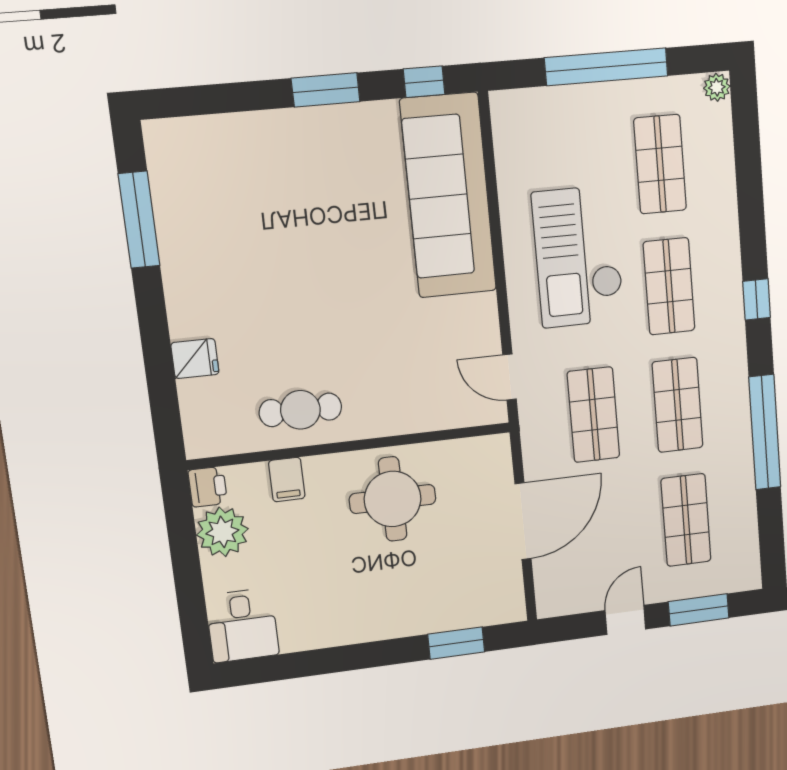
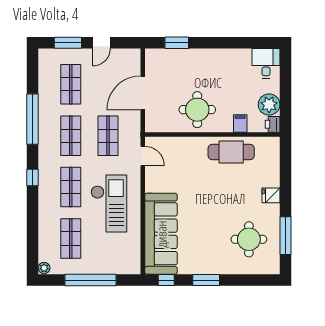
round table: (231, 202) -> (249, 239), added
fridge: (195, 359) -> (271, 195), moved
cafe table: (300, 410) -> (231, 152), width x1.37, depth x1.35

